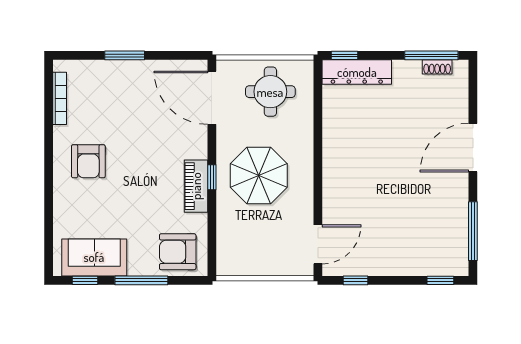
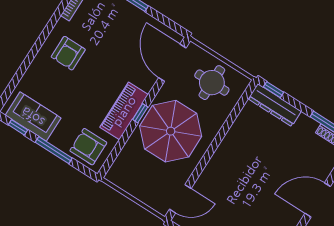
parasol: (259, 176) -> (171, 131), width x1.36, depth x1.36
piano: (196, 186) -> (124, 111), width x1.37, depth x1.33

